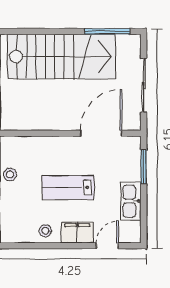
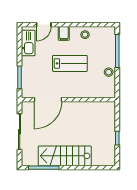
stairs: (61, 57) -> (65, 156), width x0.73, depth x0.66
kitchen sink: (131, 201) -> (28, 43), moved
filing cabinet: (77, 232) -> (64, 33), width x0.50

